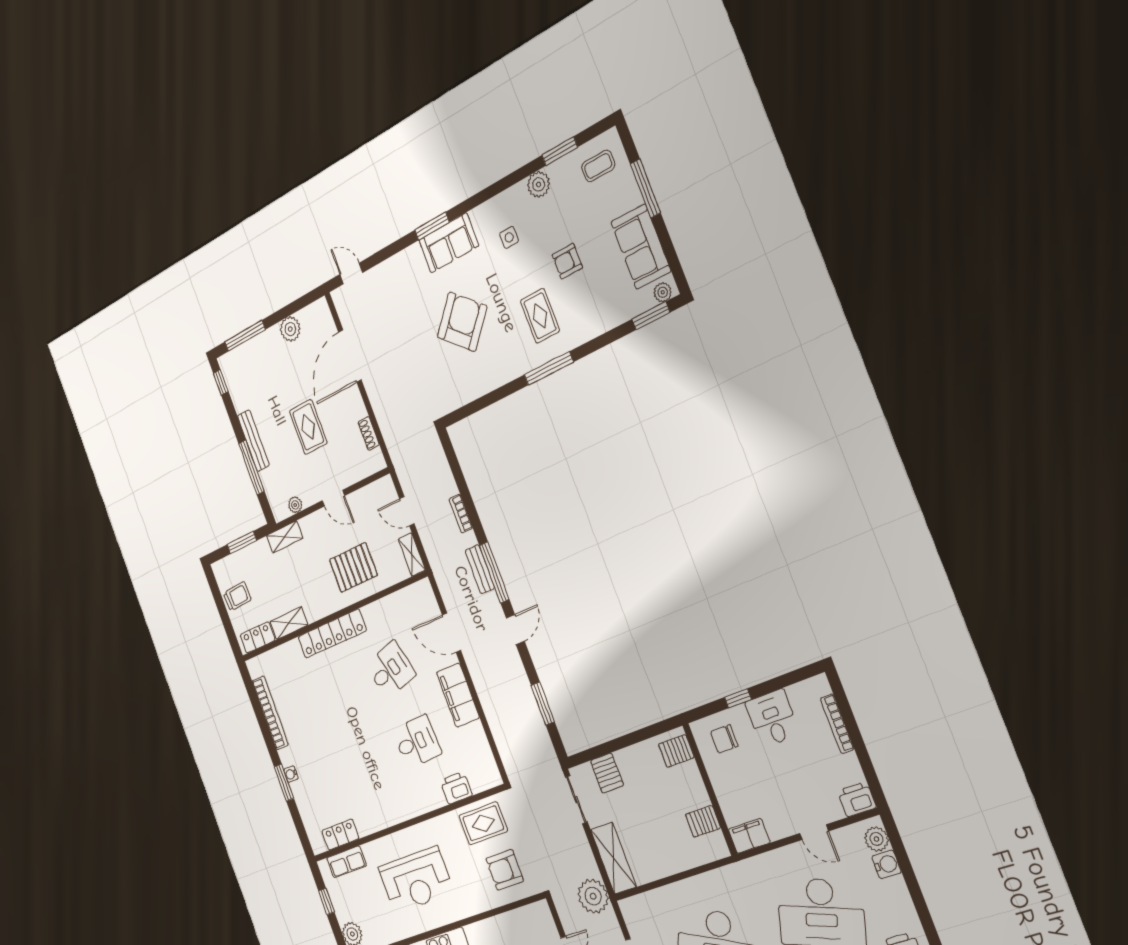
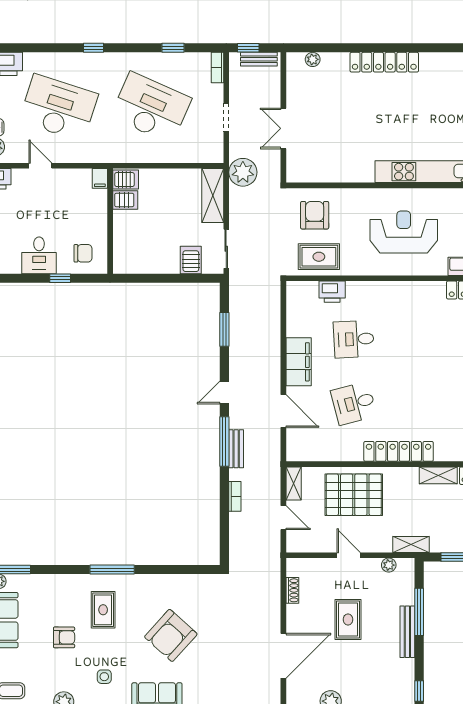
pallet: (353, 567) -> (354, 495), width x1.37, depth x1.41
server rack: (676, 751) -> (126, 180), moved
filing cabinet: (749, 836) -> (100, 178), width x0.50
armchair: (505, 870) -> (315, 215), turned -90

